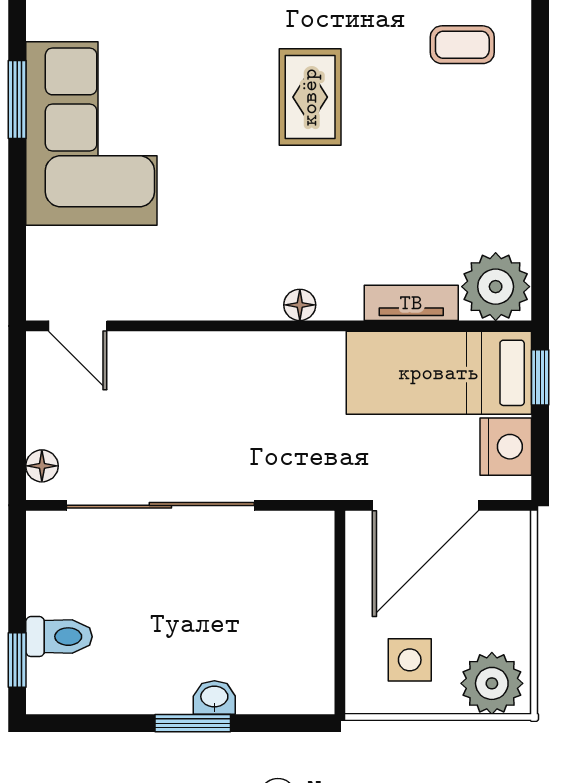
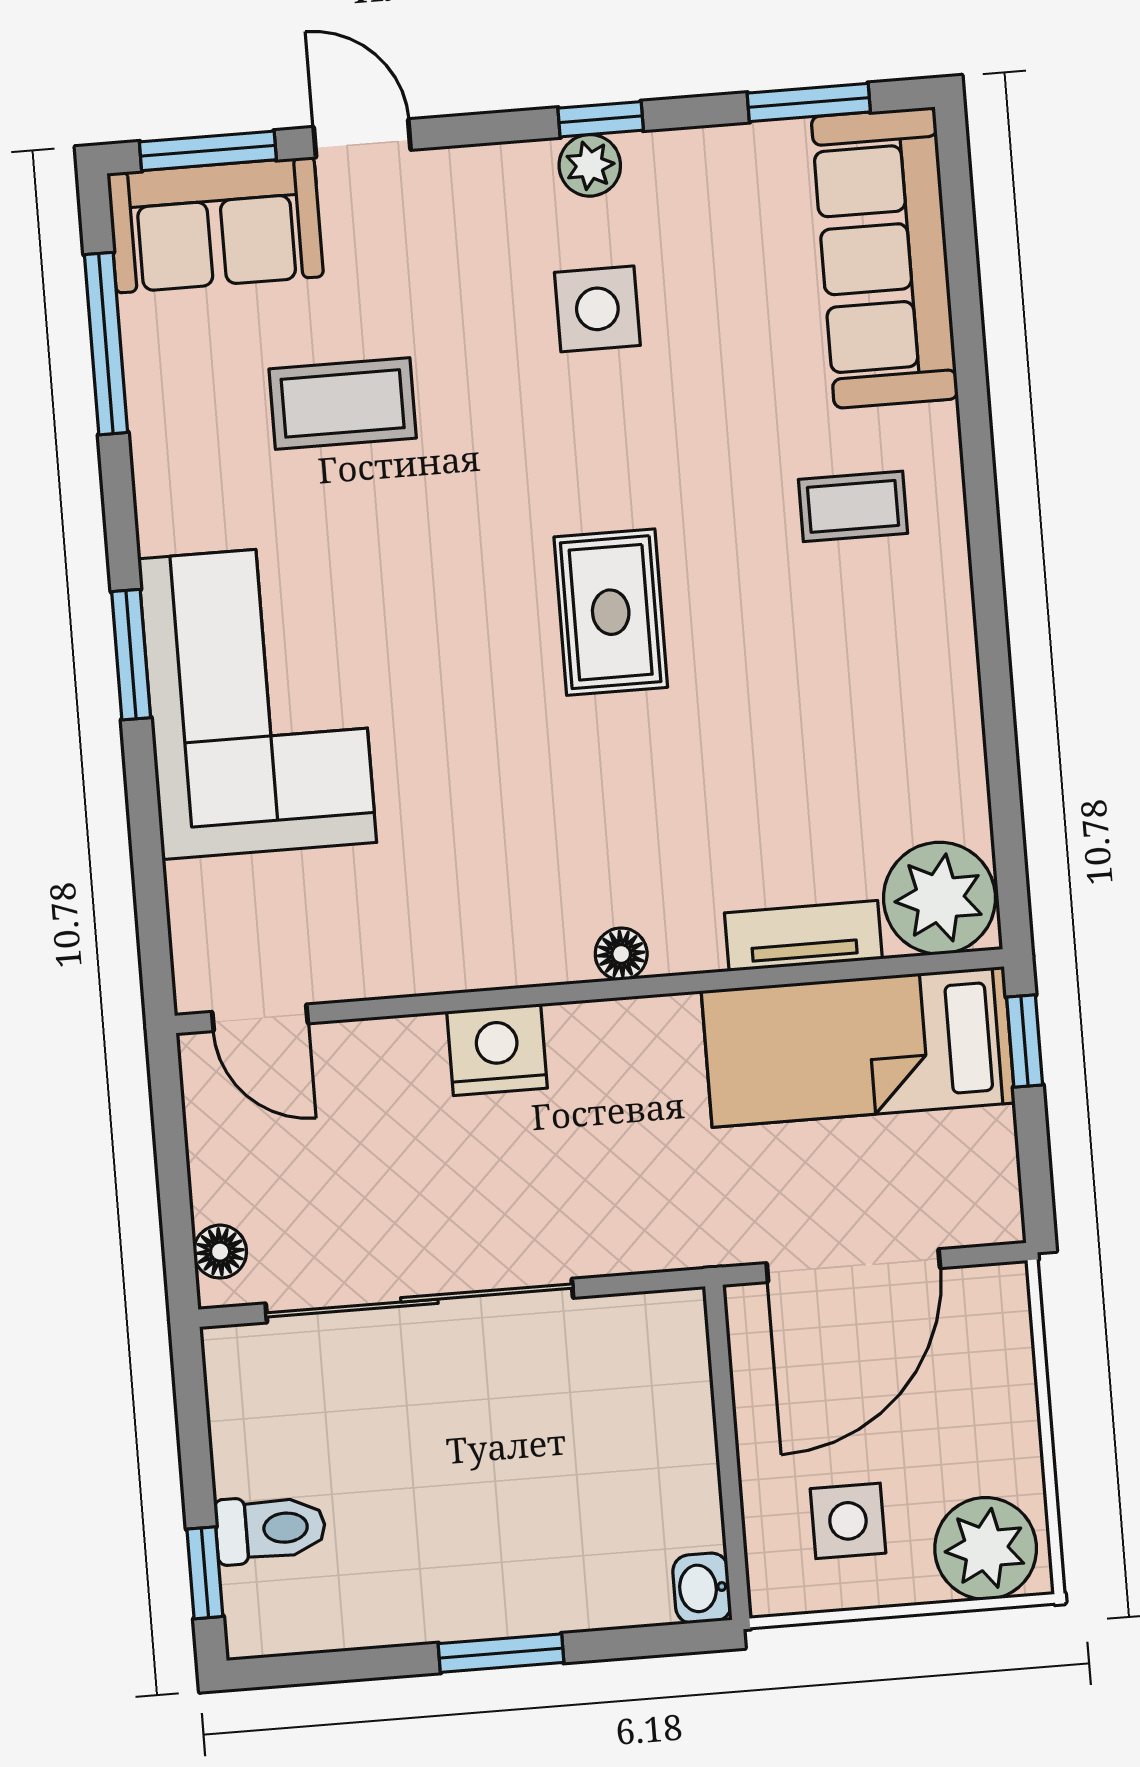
nightstand: (506, 447) -> (497, 1050), moved, turned -90
washbasin: (214, 698) -> (702, 1588), moved, turned -90

